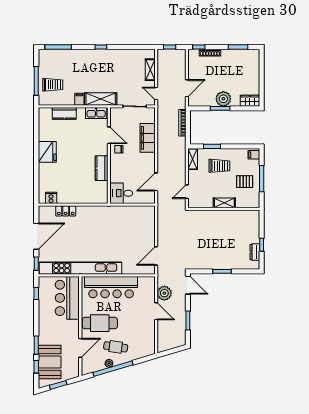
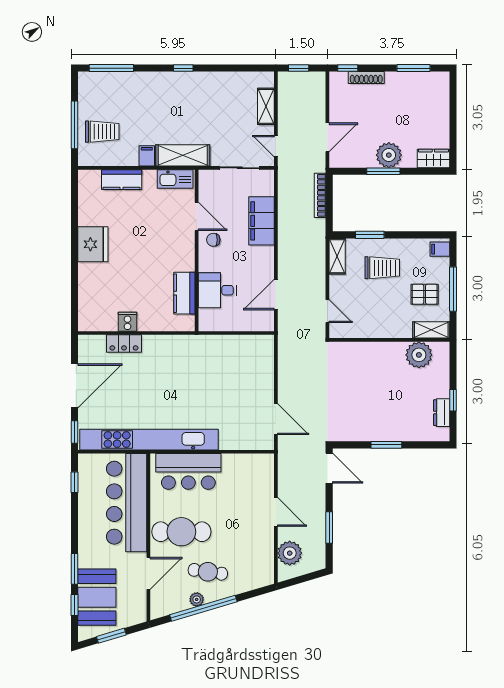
kitchen counter: (102, 168) -> (184, 293), moved
door: (187, 192) -> (327, 311), swing flipped
desk: (121, 193) -> (217, 290), moved
cooker: (51, 198) -> (128, 322), moved
shelving: (224, 203) -> (431, 330), moved
plant: (241, 218) -> (419, 355), added
door: (156, 256) -> (276, 419), swing flipped
bar counter: (111, 287) -> (188, 471), width x0.73
plant: (164, 293) -> (290, 553), moved
bar counter: (67, 298) -> (127, 503), width x1.36

